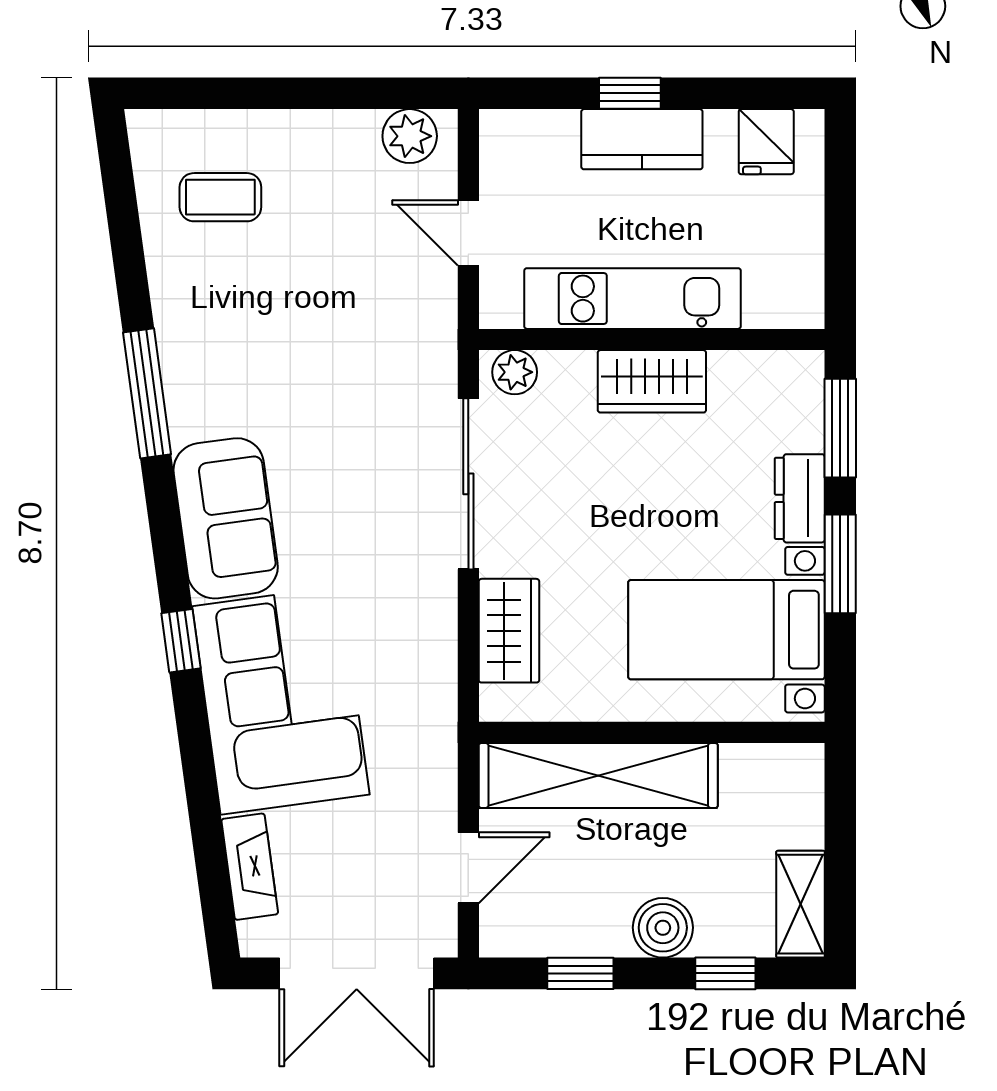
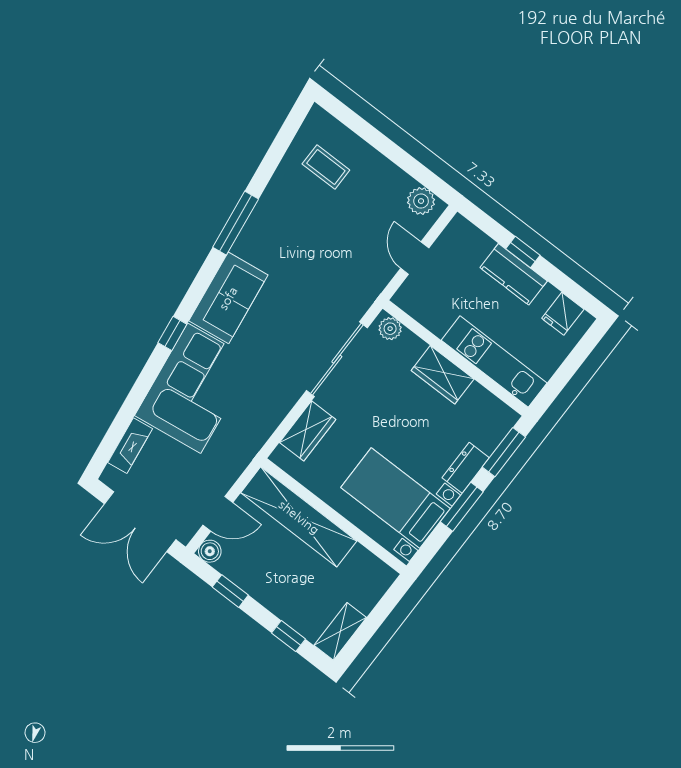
kitchen unit: (633, 299) -> (494, 362), moved
boiler: (663, 928) -> (210, 551), moved, width x0.73, depth x0.73

